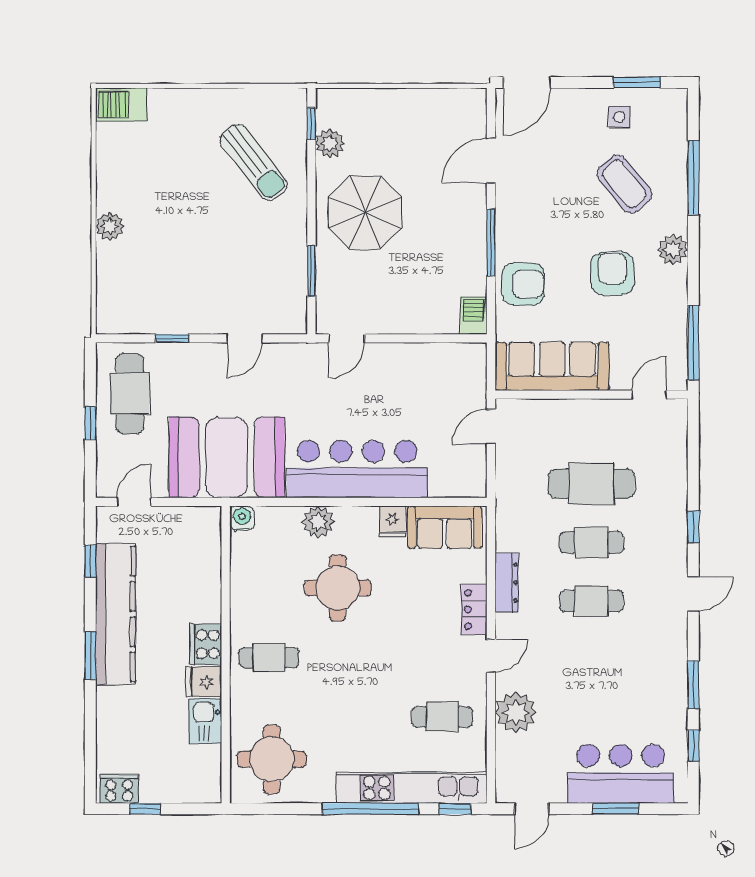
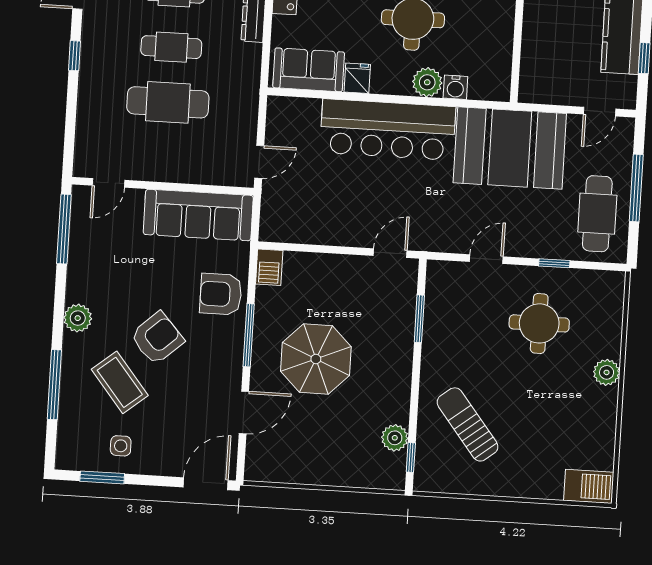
parasol: (365, 213) -> (316, 359), moved
armchair: (612, 273) -> (157, 338), moved, turned -132
round table: (184, 274) -> (539, 323), added
window: (90, 423) -> (636, 188), width x2.17
water cooler: (242, 518) -> (455, 87), moved

